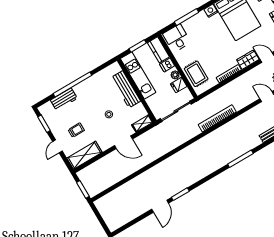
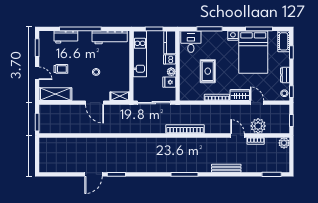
rug: (196, 74) -> (208, 71), moved
workbench: (126, 89) -> (110, 37), moved, turned -90
door: (57, 146) -> (37, 73), swing flipped

